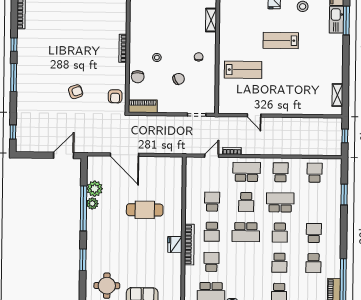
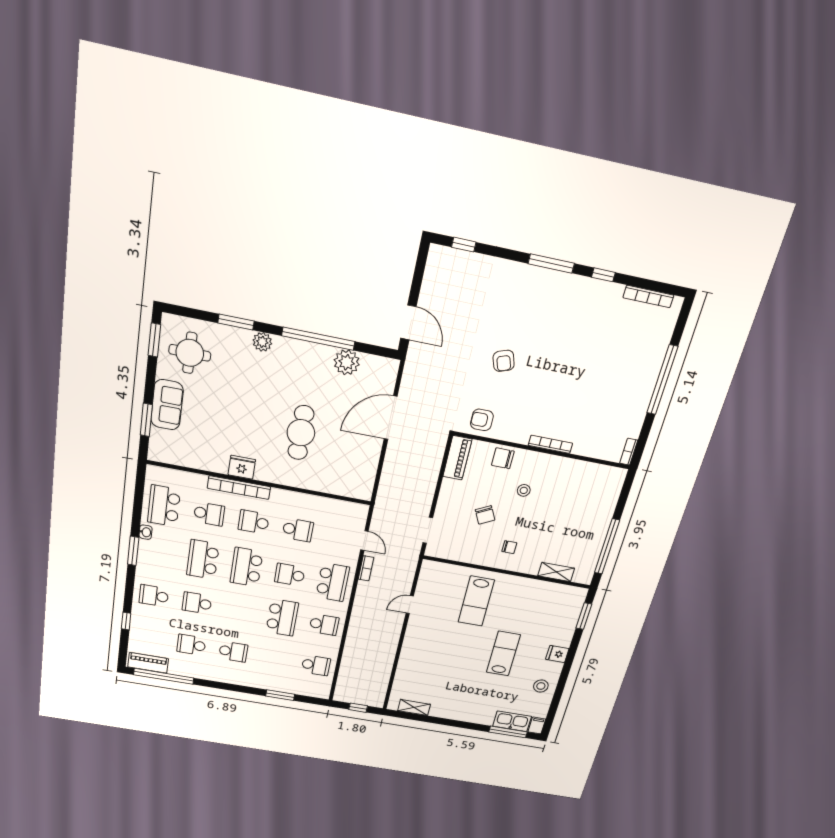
plant: (92, 204) -> (262, 342), moved
school desk: (280, 233) -> (203, 559), moved, width x1.85

